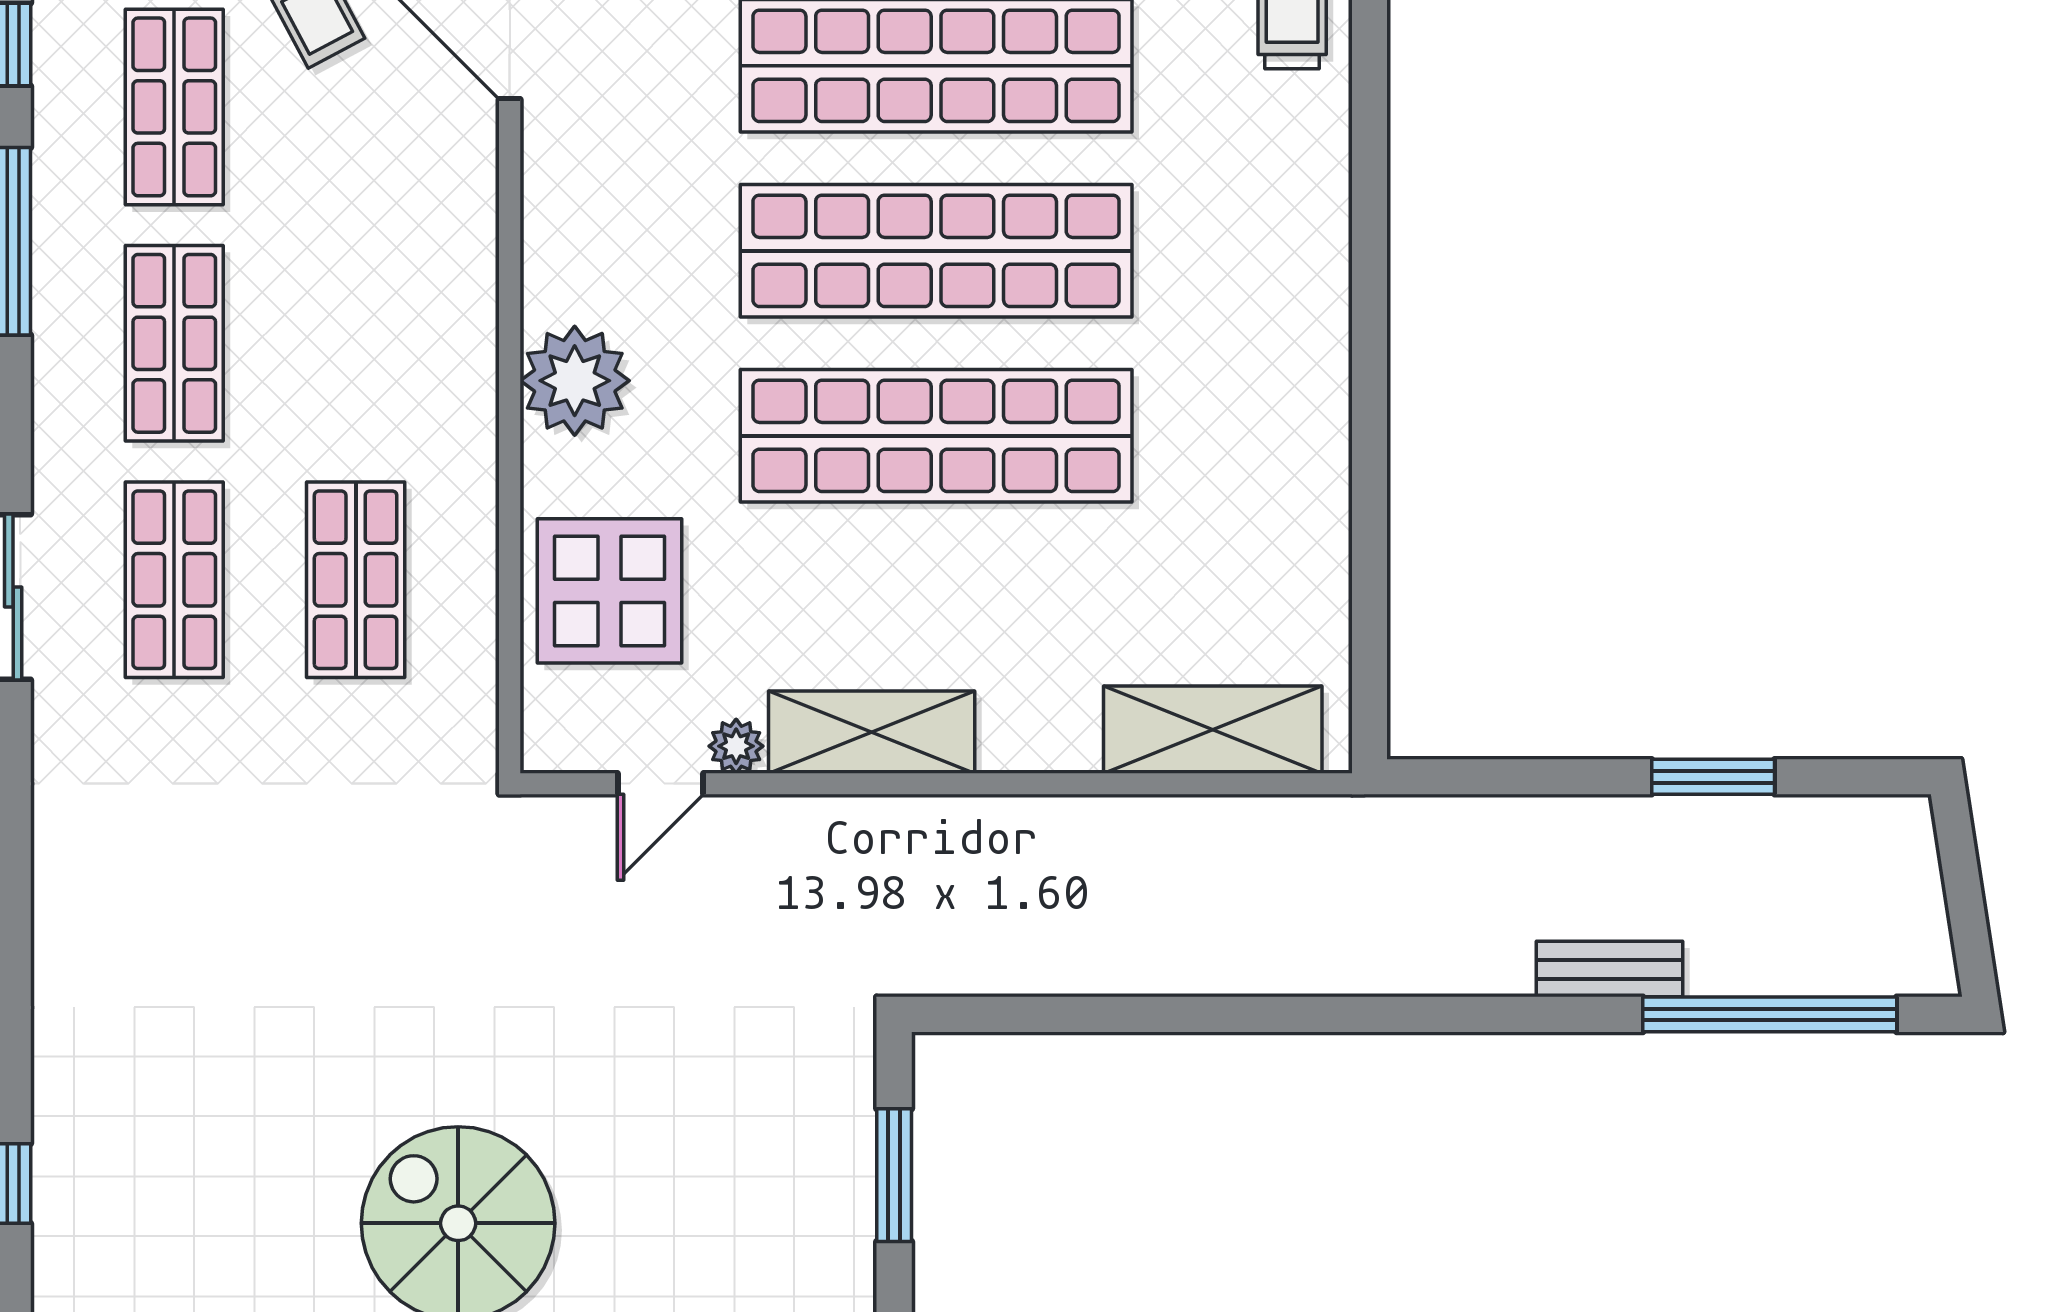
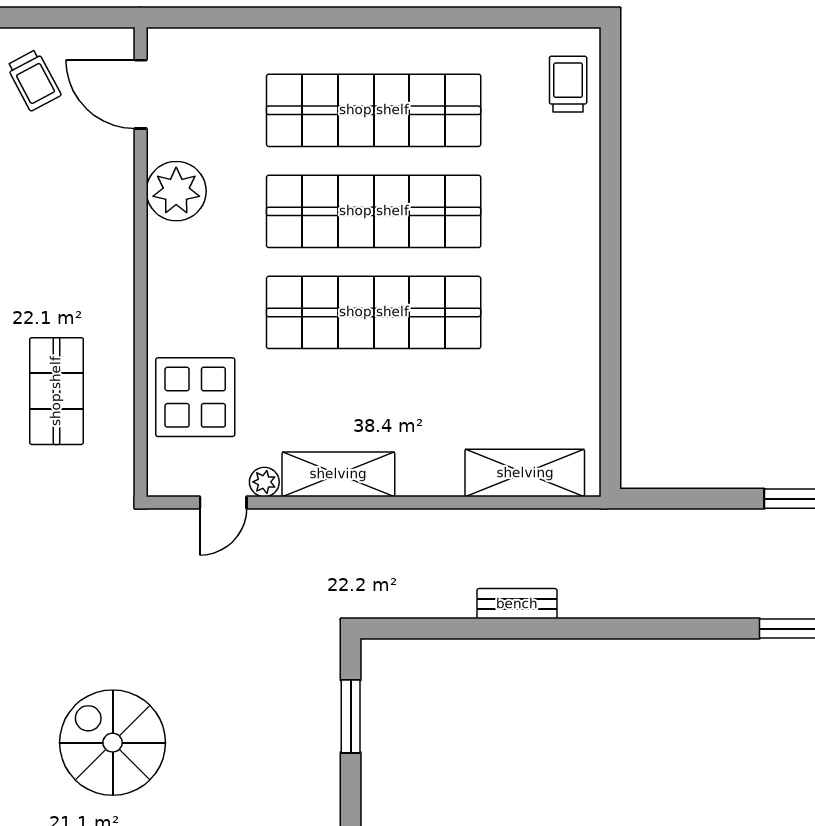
plant: (575, 381) -> (176, 191), moved
bench: (1609, 969) -> (517, 604), moved

